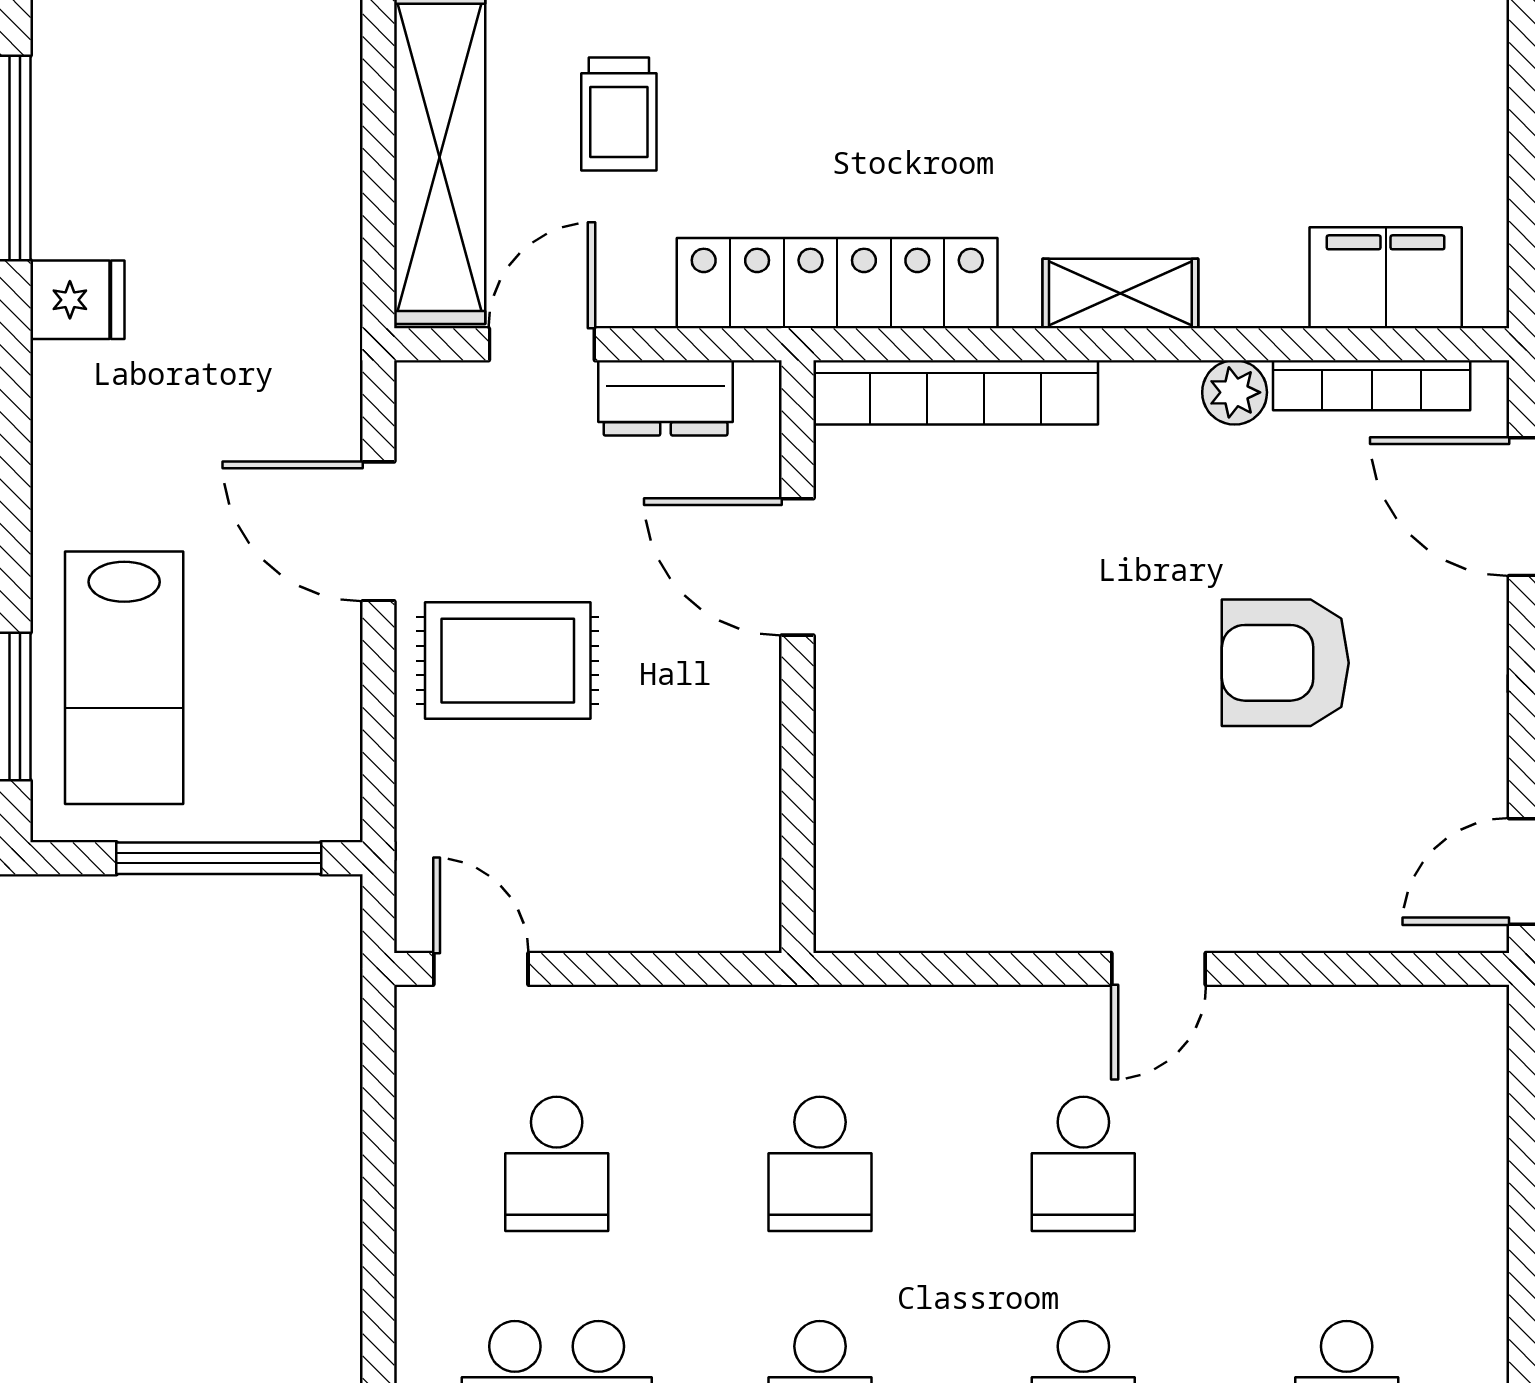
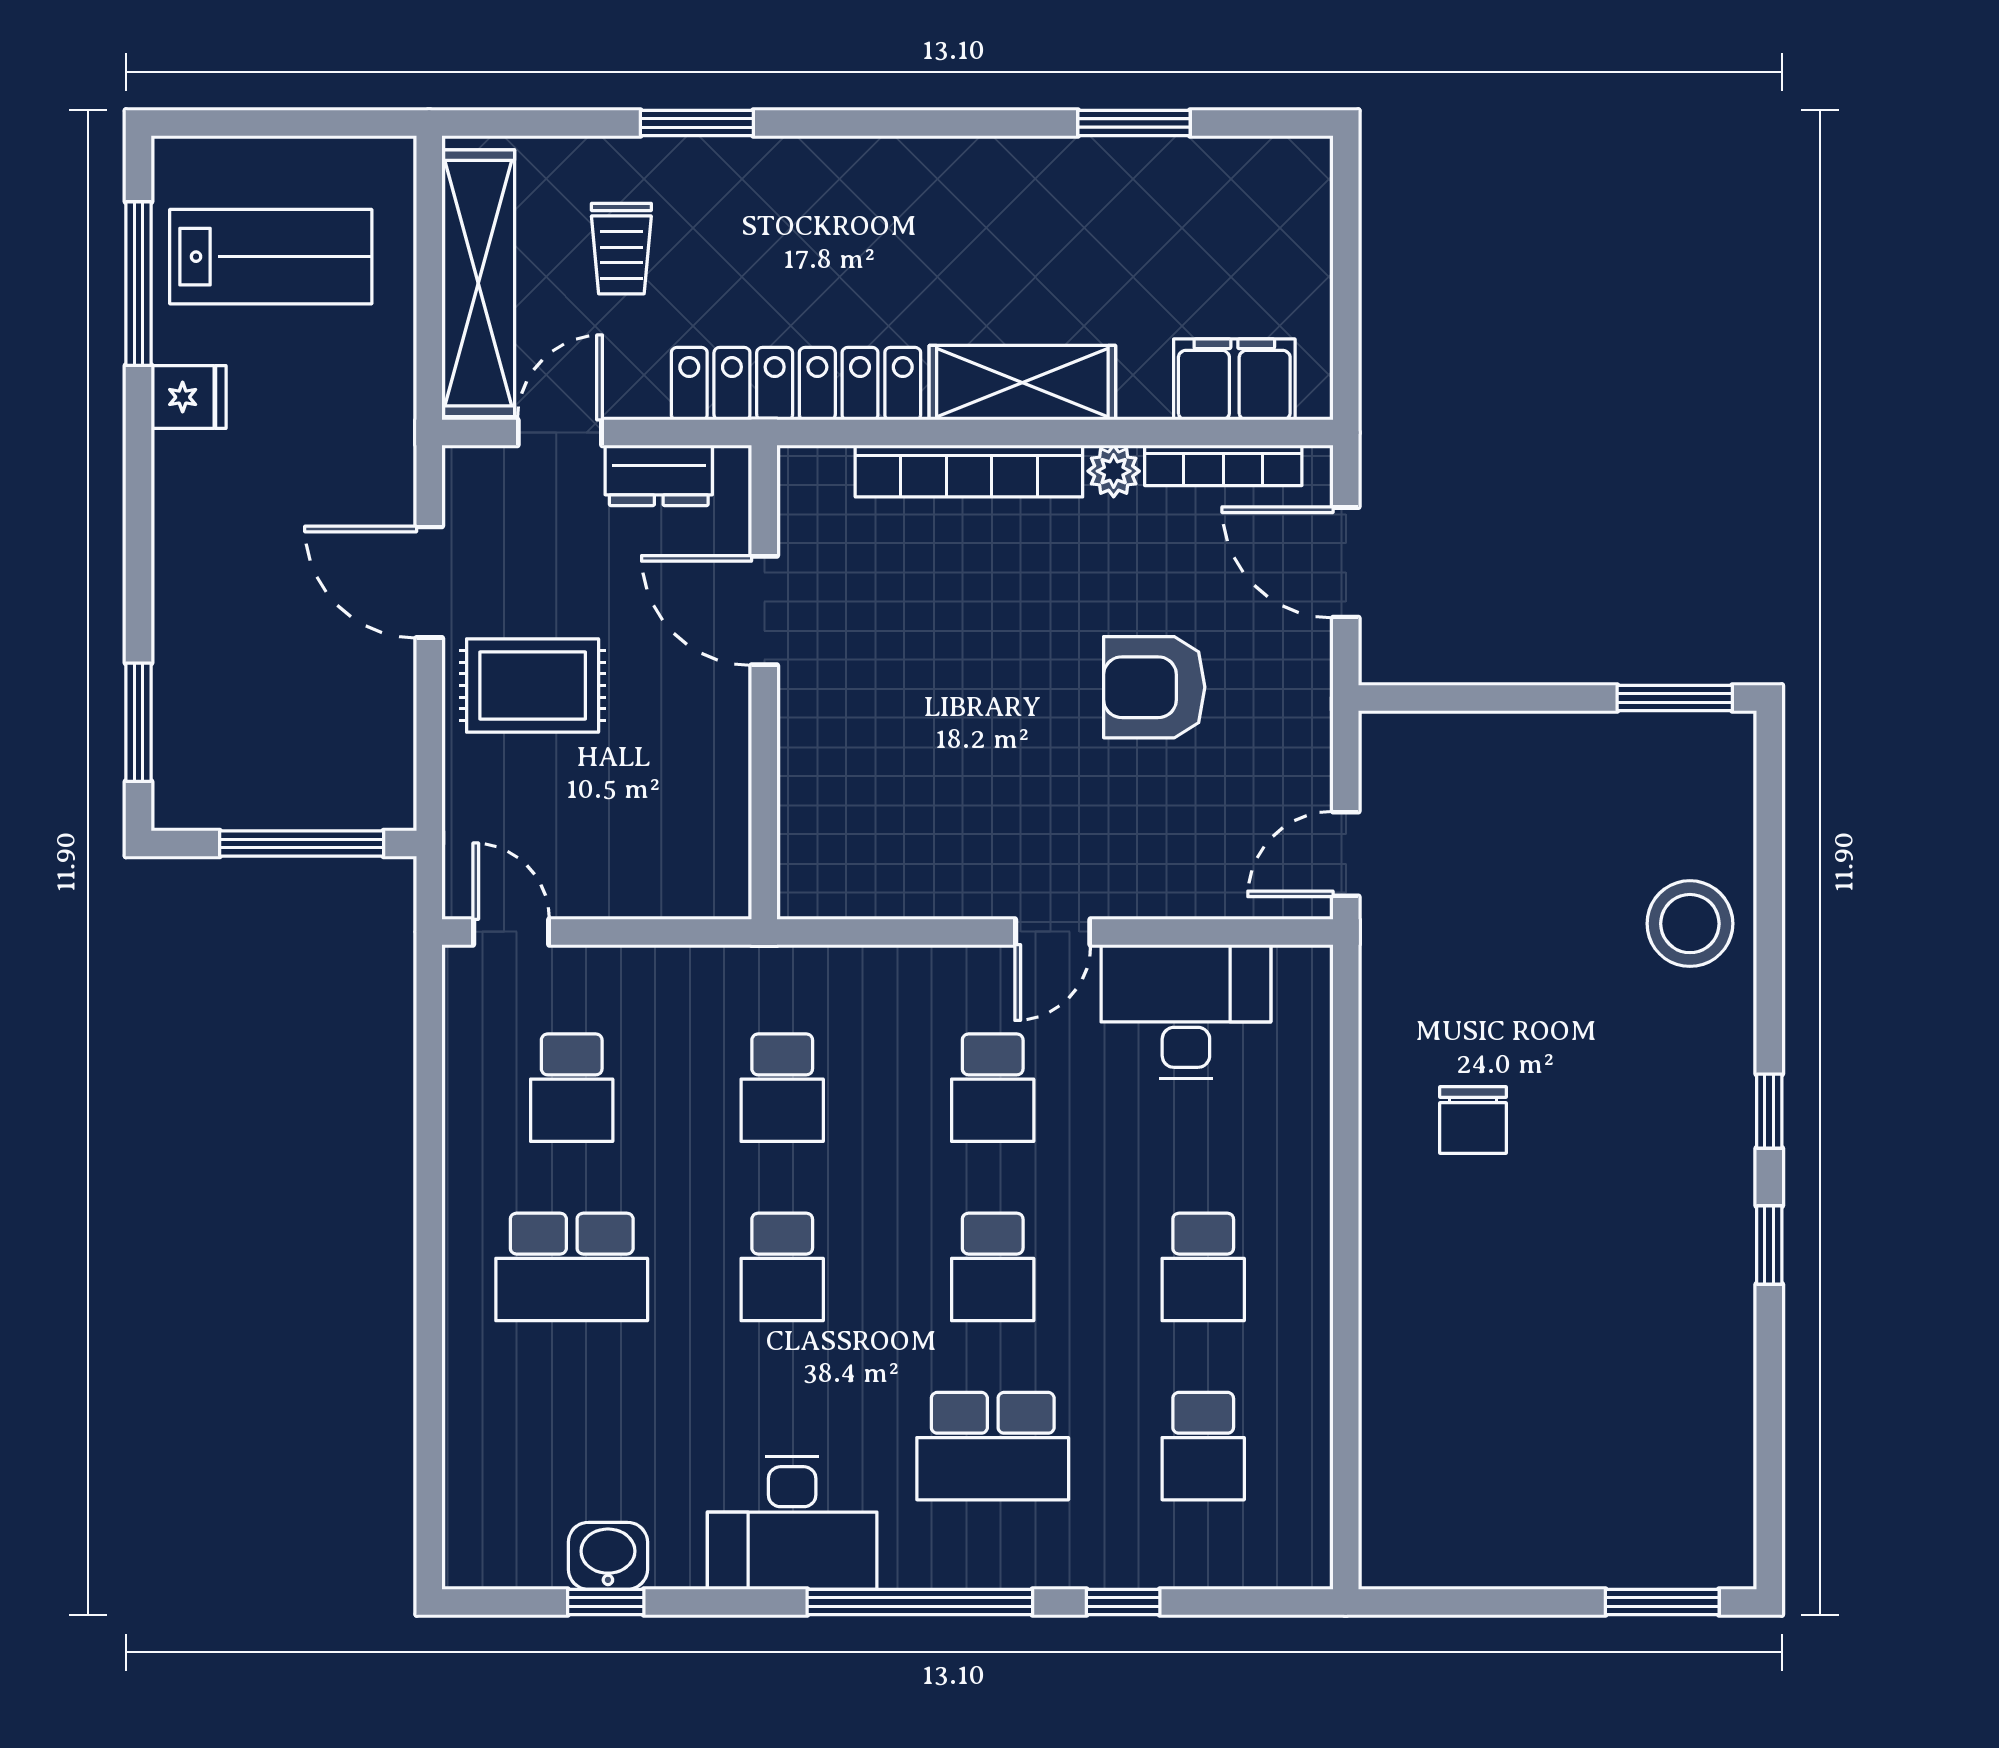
shelving: (1120, 293) -> (1022, 383), width x1.50, depth x1.33
bookcase: (956, 392) -> (969, 471), moved
lab bench: (124, 678) -> (271, 257), moved, turned -90
desk: (1325, 1068) -> (1186, 1011), added

